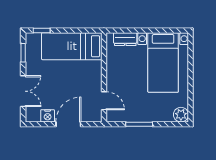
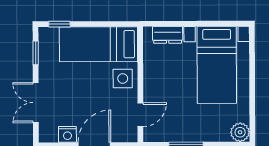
side table: (90, 73) -> (123, 78), added
double door: (23, 91) -> (36, 103), swing flipped
door: (104, 101) -> (140, 115), hinge flipped

